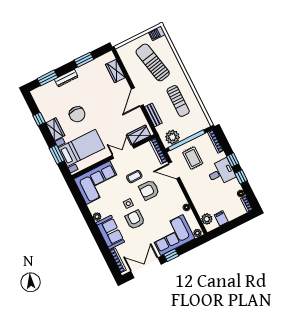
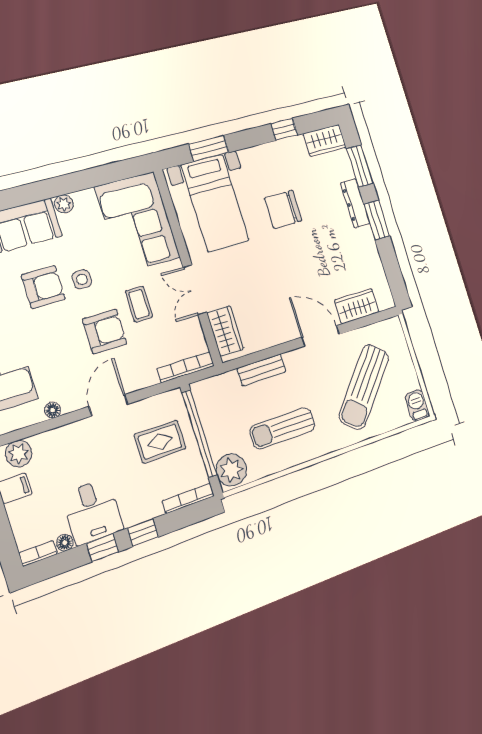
window: (84, 60) -> (377, 220), moved
sun lounger: (153, 62) -> (364, 387), turned 143
door: (137, 97) -> (321, 336), moved
wardrobe: (55, 129) -> (325, 141), moved
plant: (172, 137) -> (231, 470), moved
double door: (123, 152) -> (195, 290), swing flipped
door: (174, 170) -> (108, 405), moved
desk: (221, 172) -> (92, 512), moved
armchair: (149, 190) -> (105, 331), turned 90

